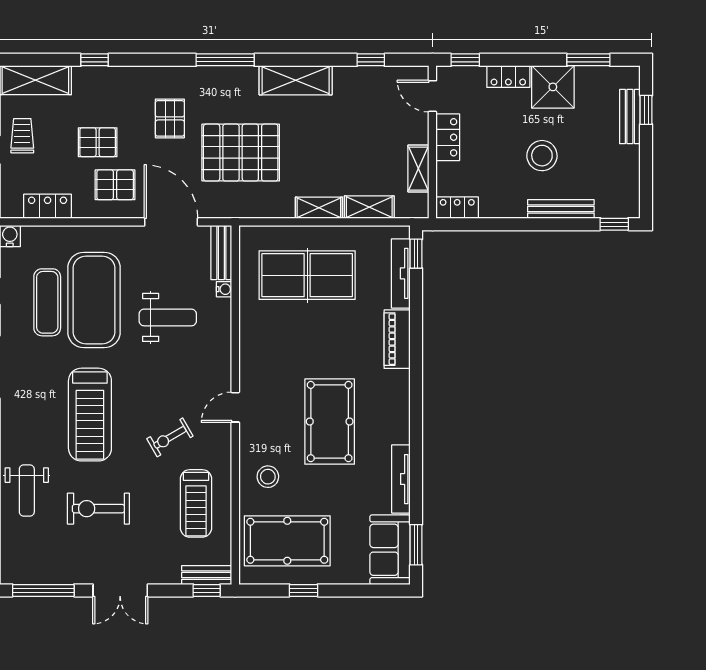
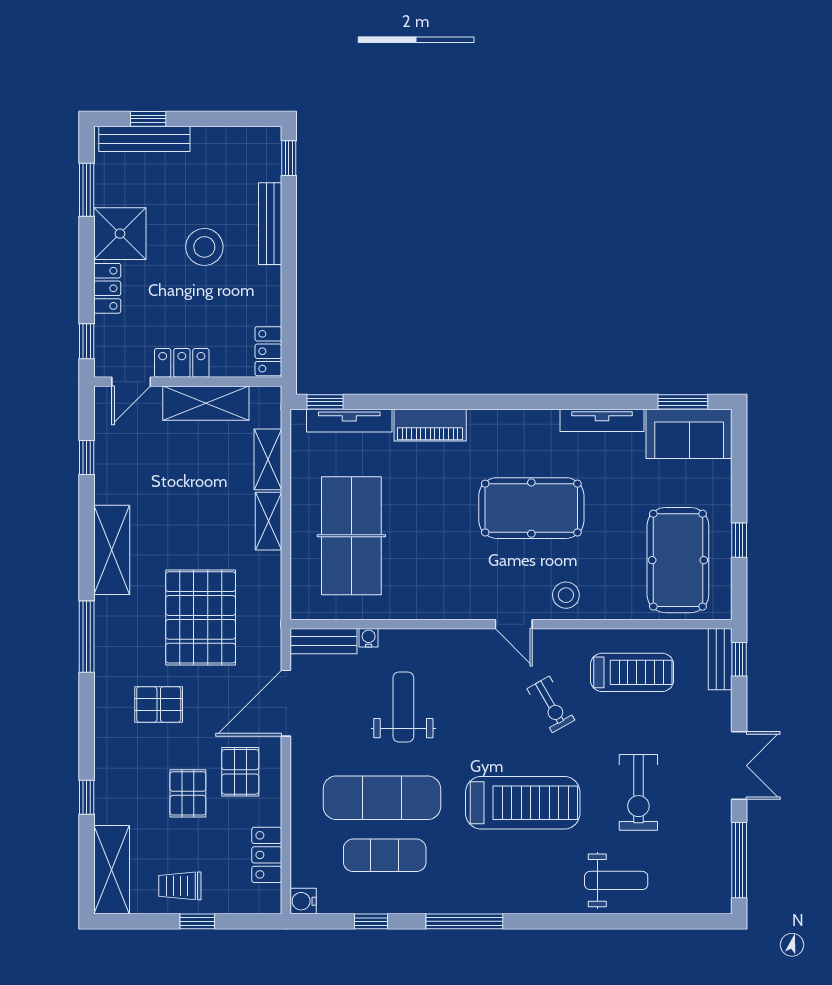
bench: (630, 117) -> (144, 139), width x1.36
shelving: (418, 169) -> (206, 403), width x1.50, depth x1.33
exercise mat: (94, 300) -> (382, 798), width x0.68
stool: (268, 477) -> (566, 595), moved

